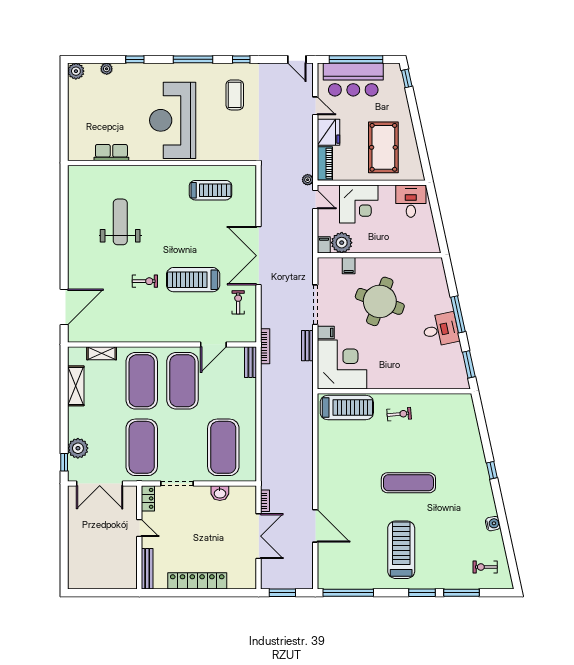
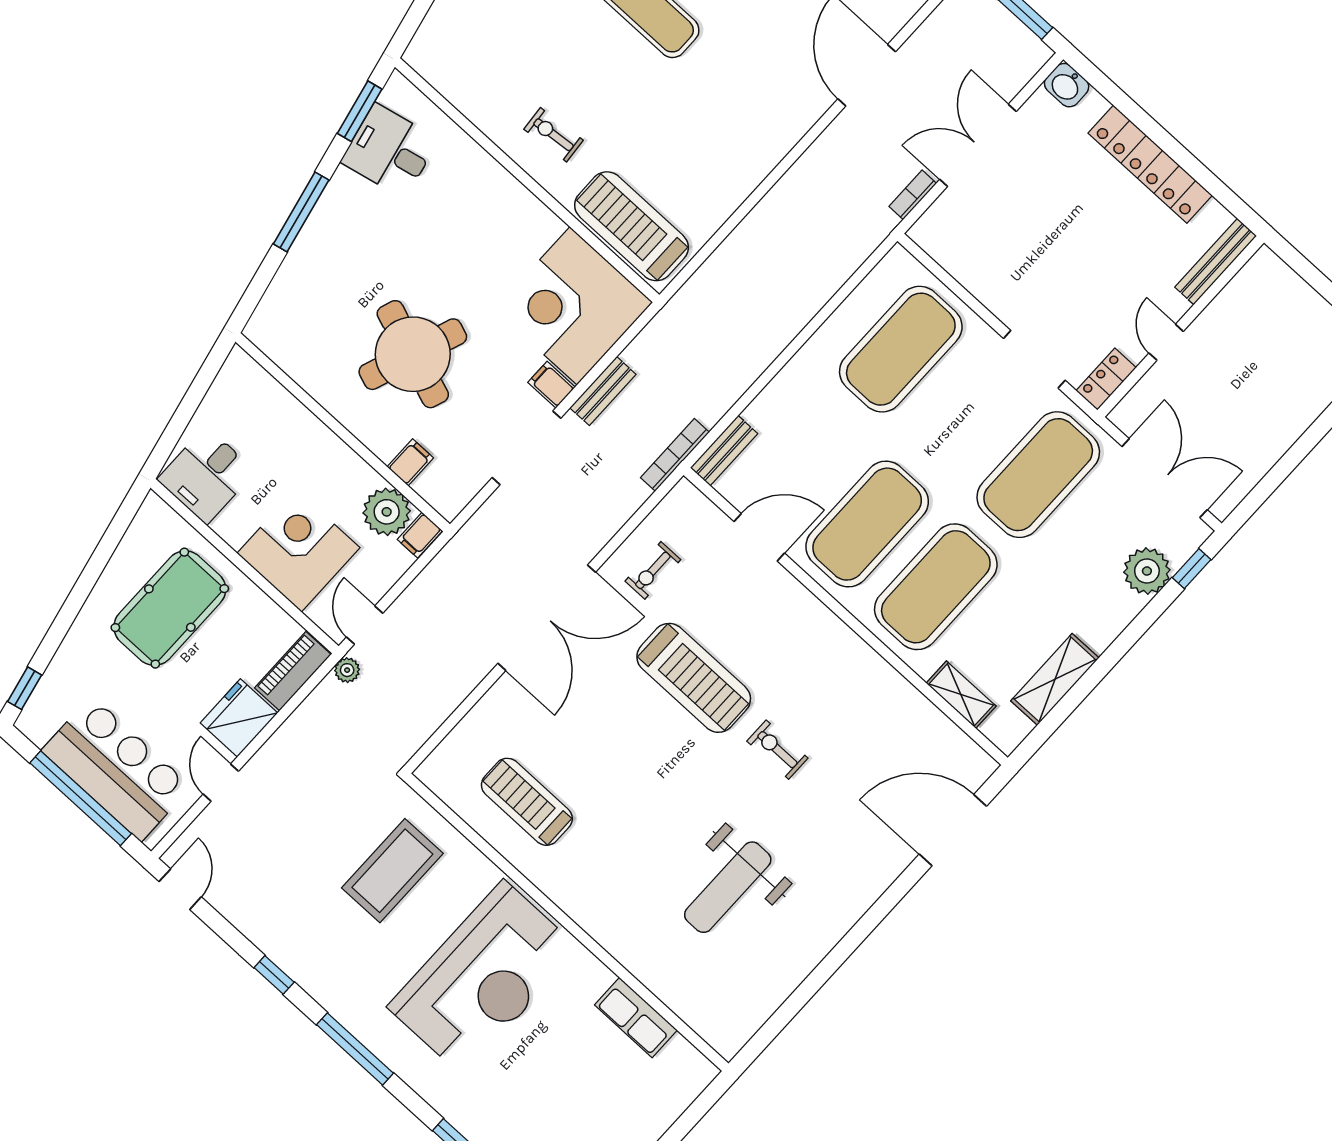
coffee table: (235, 95) -> (392, 871), moved, width x1.36, depth x1.32
desk: (441, 330) -> (390, 151), moved
washbasin: (220, 493) -> (1067, 85), moved, turned 180

